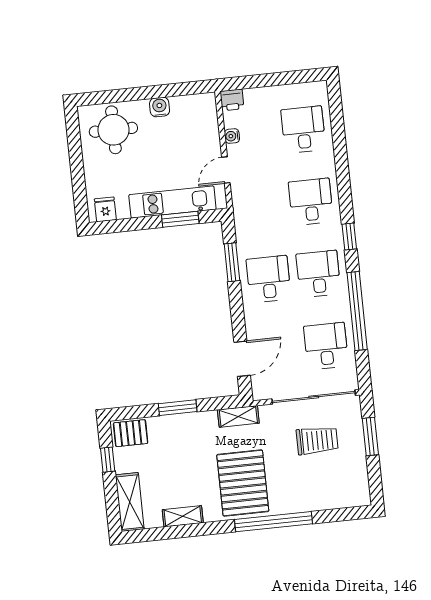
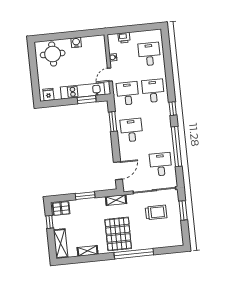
printer: (232, 100) -> (124, 38), moved
desk: (318, 274) -> (128, 93), moved

